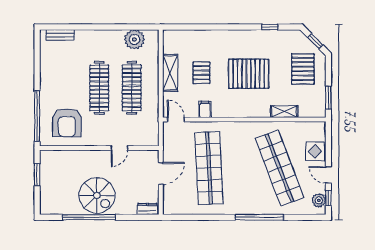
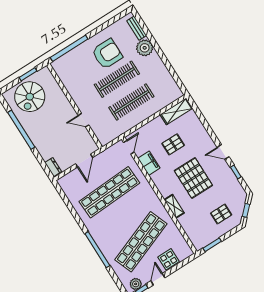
door: (241, 27) -> (223, 152), added
plant: (134, 39) -> (145, 48), moved
pallet: (303, 69) -> (221, 214), width x0.67, depth x0.71
shelving: (170, 73) -> (176, 111), moved
filing cabinet: (205, 109) -> (149, 163), width x2.00
shelving: (284, 111) -> (174, 206), moved
armchair: (67, 123) -> (107, 54), moved, turned 180
door: (161, 173) -> (84, 161), hinge flipped
spiral stairs: (97, 195) -> (30, 97), moved

